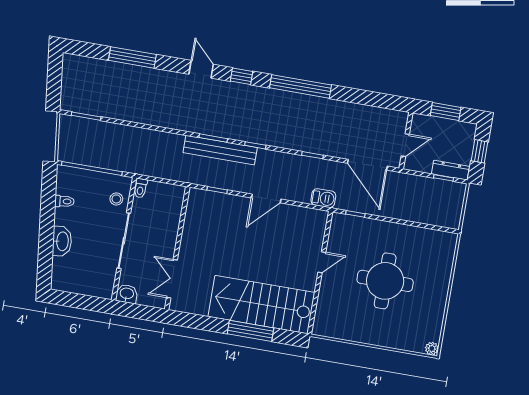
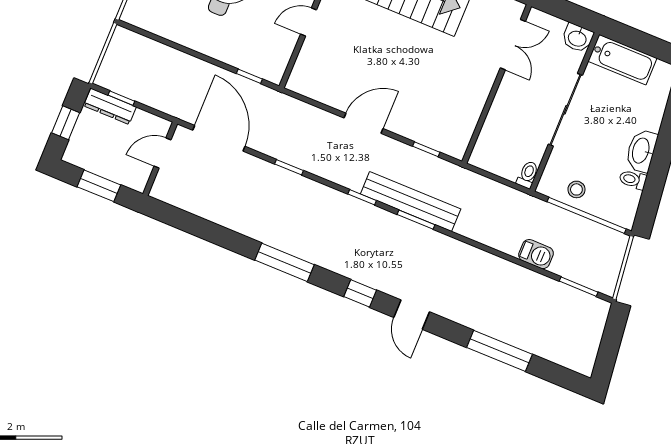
window: (300, 86) -> (285, 262), width x0.68
barbecue: (323, 198) -> (536, 254), moved, turned 180
stool: (116, 199) -> (576, 189), moved
washbasin: (62, 241) -> (641, 151), moved
bathtub: (91, 286) -> (622, 60), added

